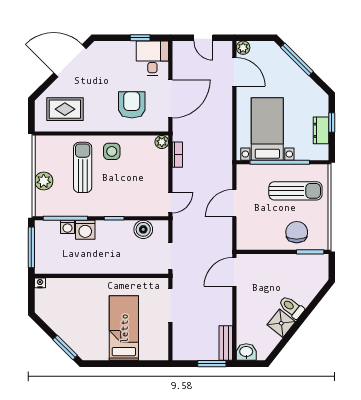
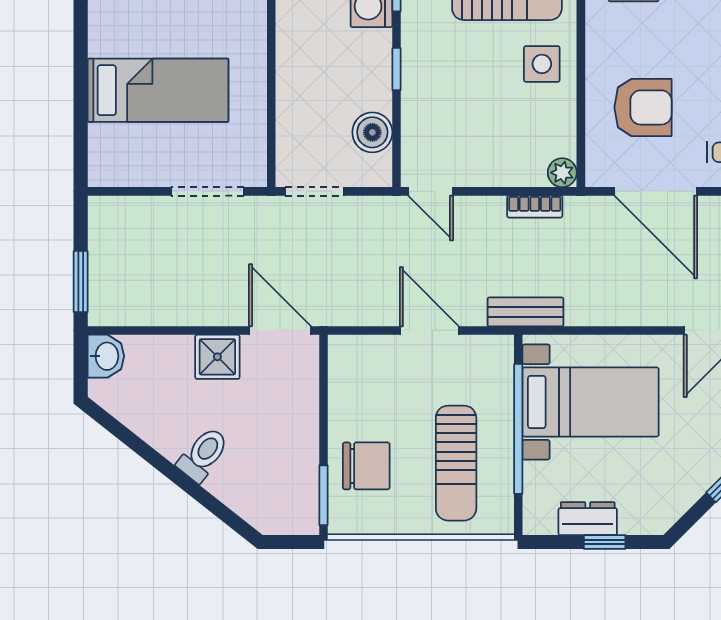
shower: (281, 323) -> (217, 357), moved, turned -38
bench: (226, 343) -> (525, 312), moved

